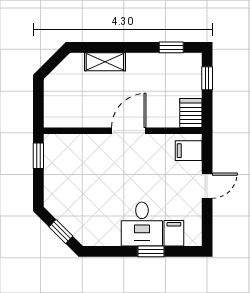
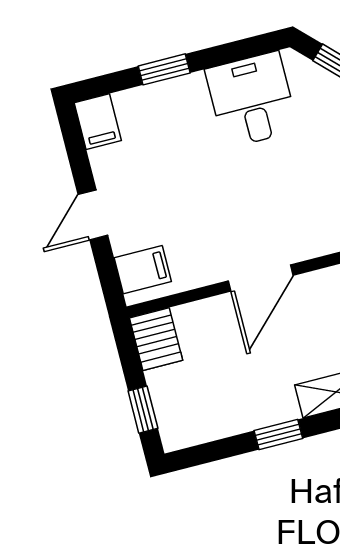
window: (171, 47) -> (278, 435), moved
desk: (142, 224) -> (252, 100), moved
filing cabinet: (174, 233) -> (98, 122), moved

